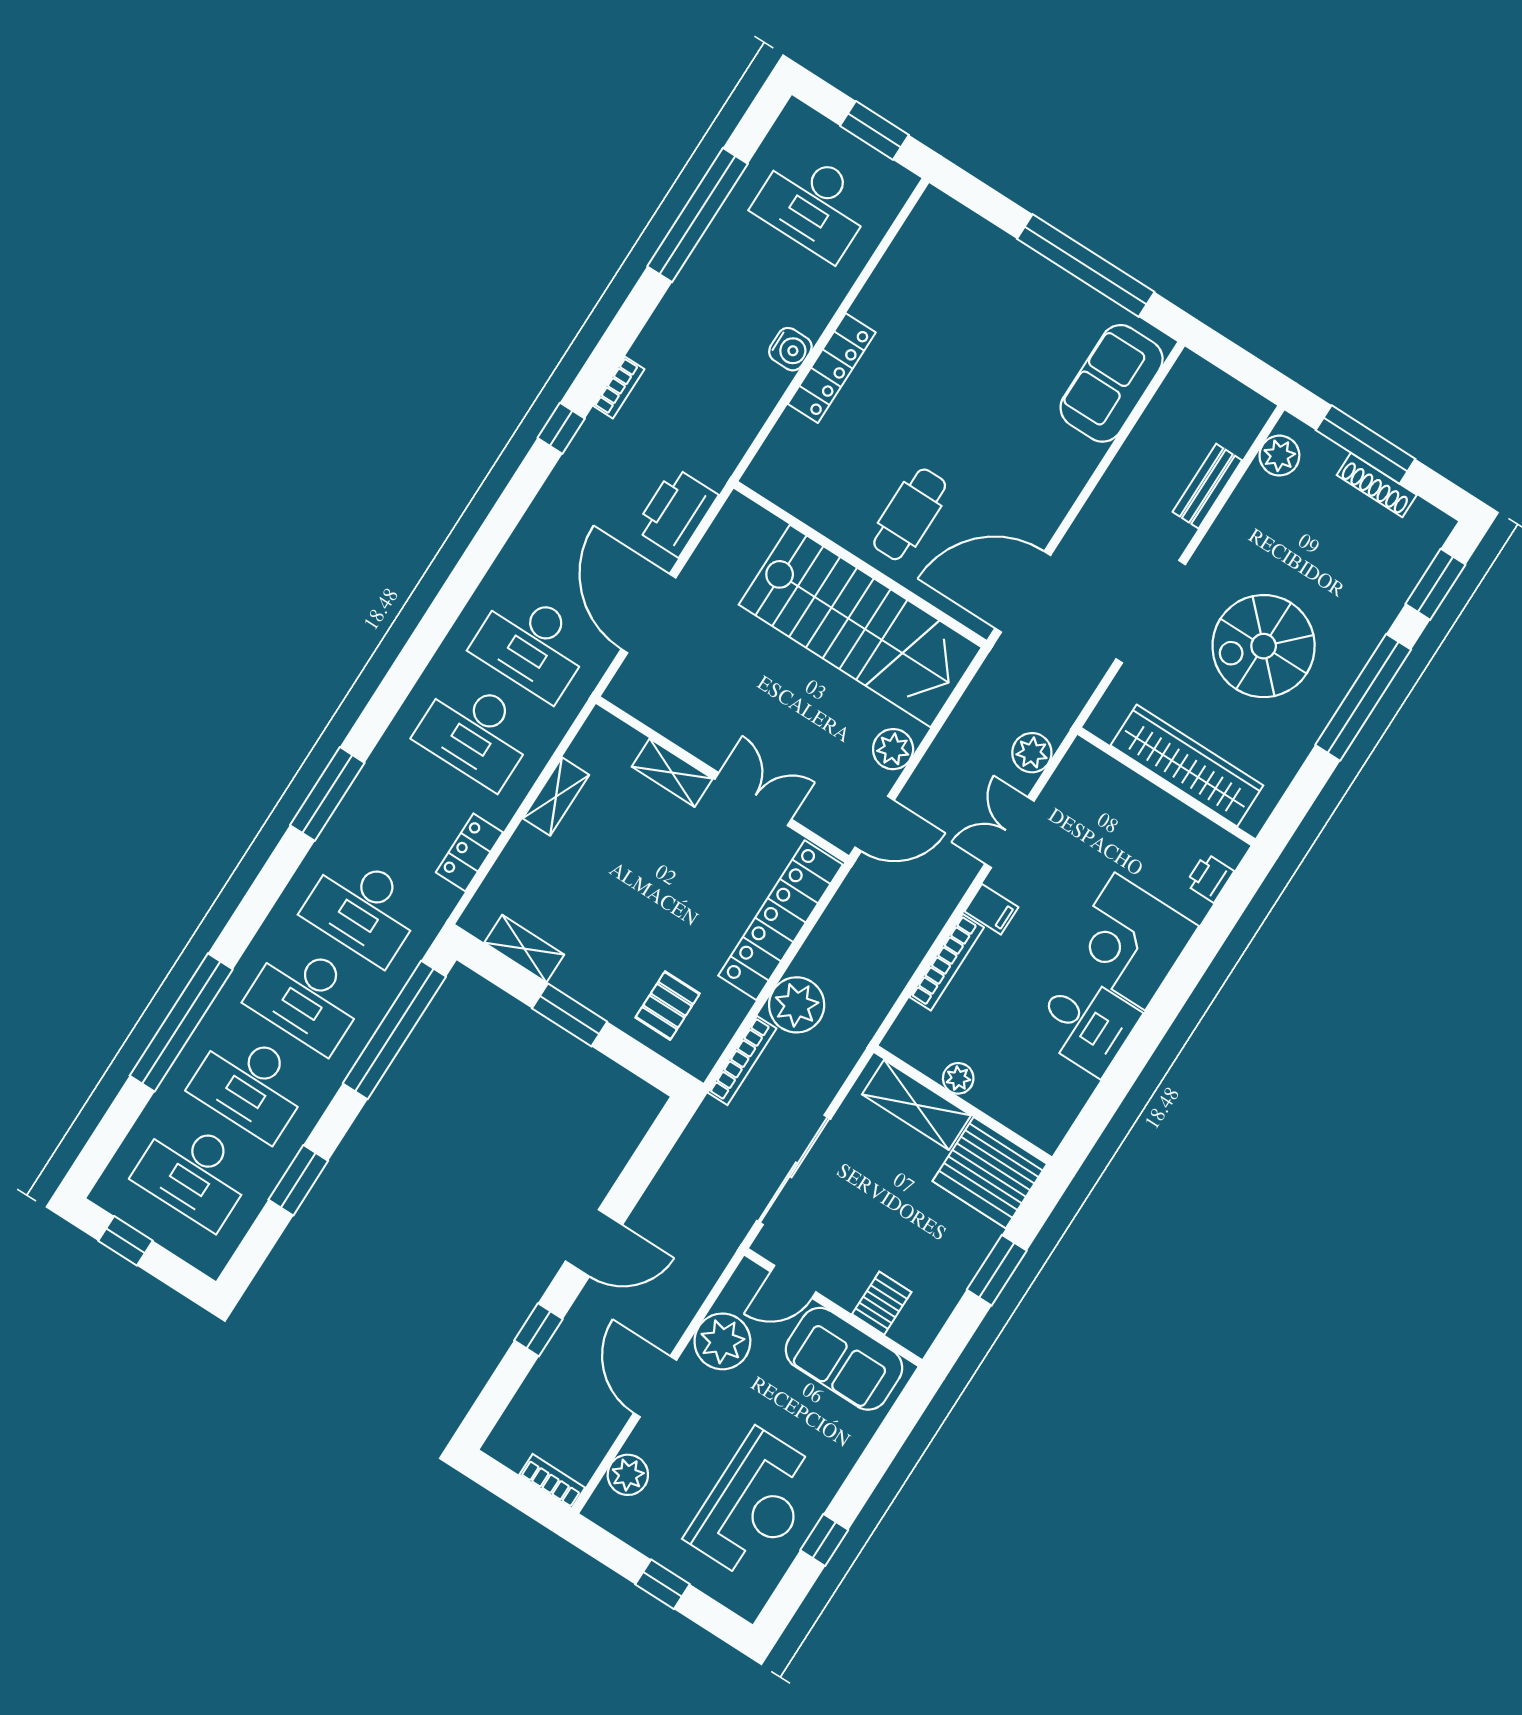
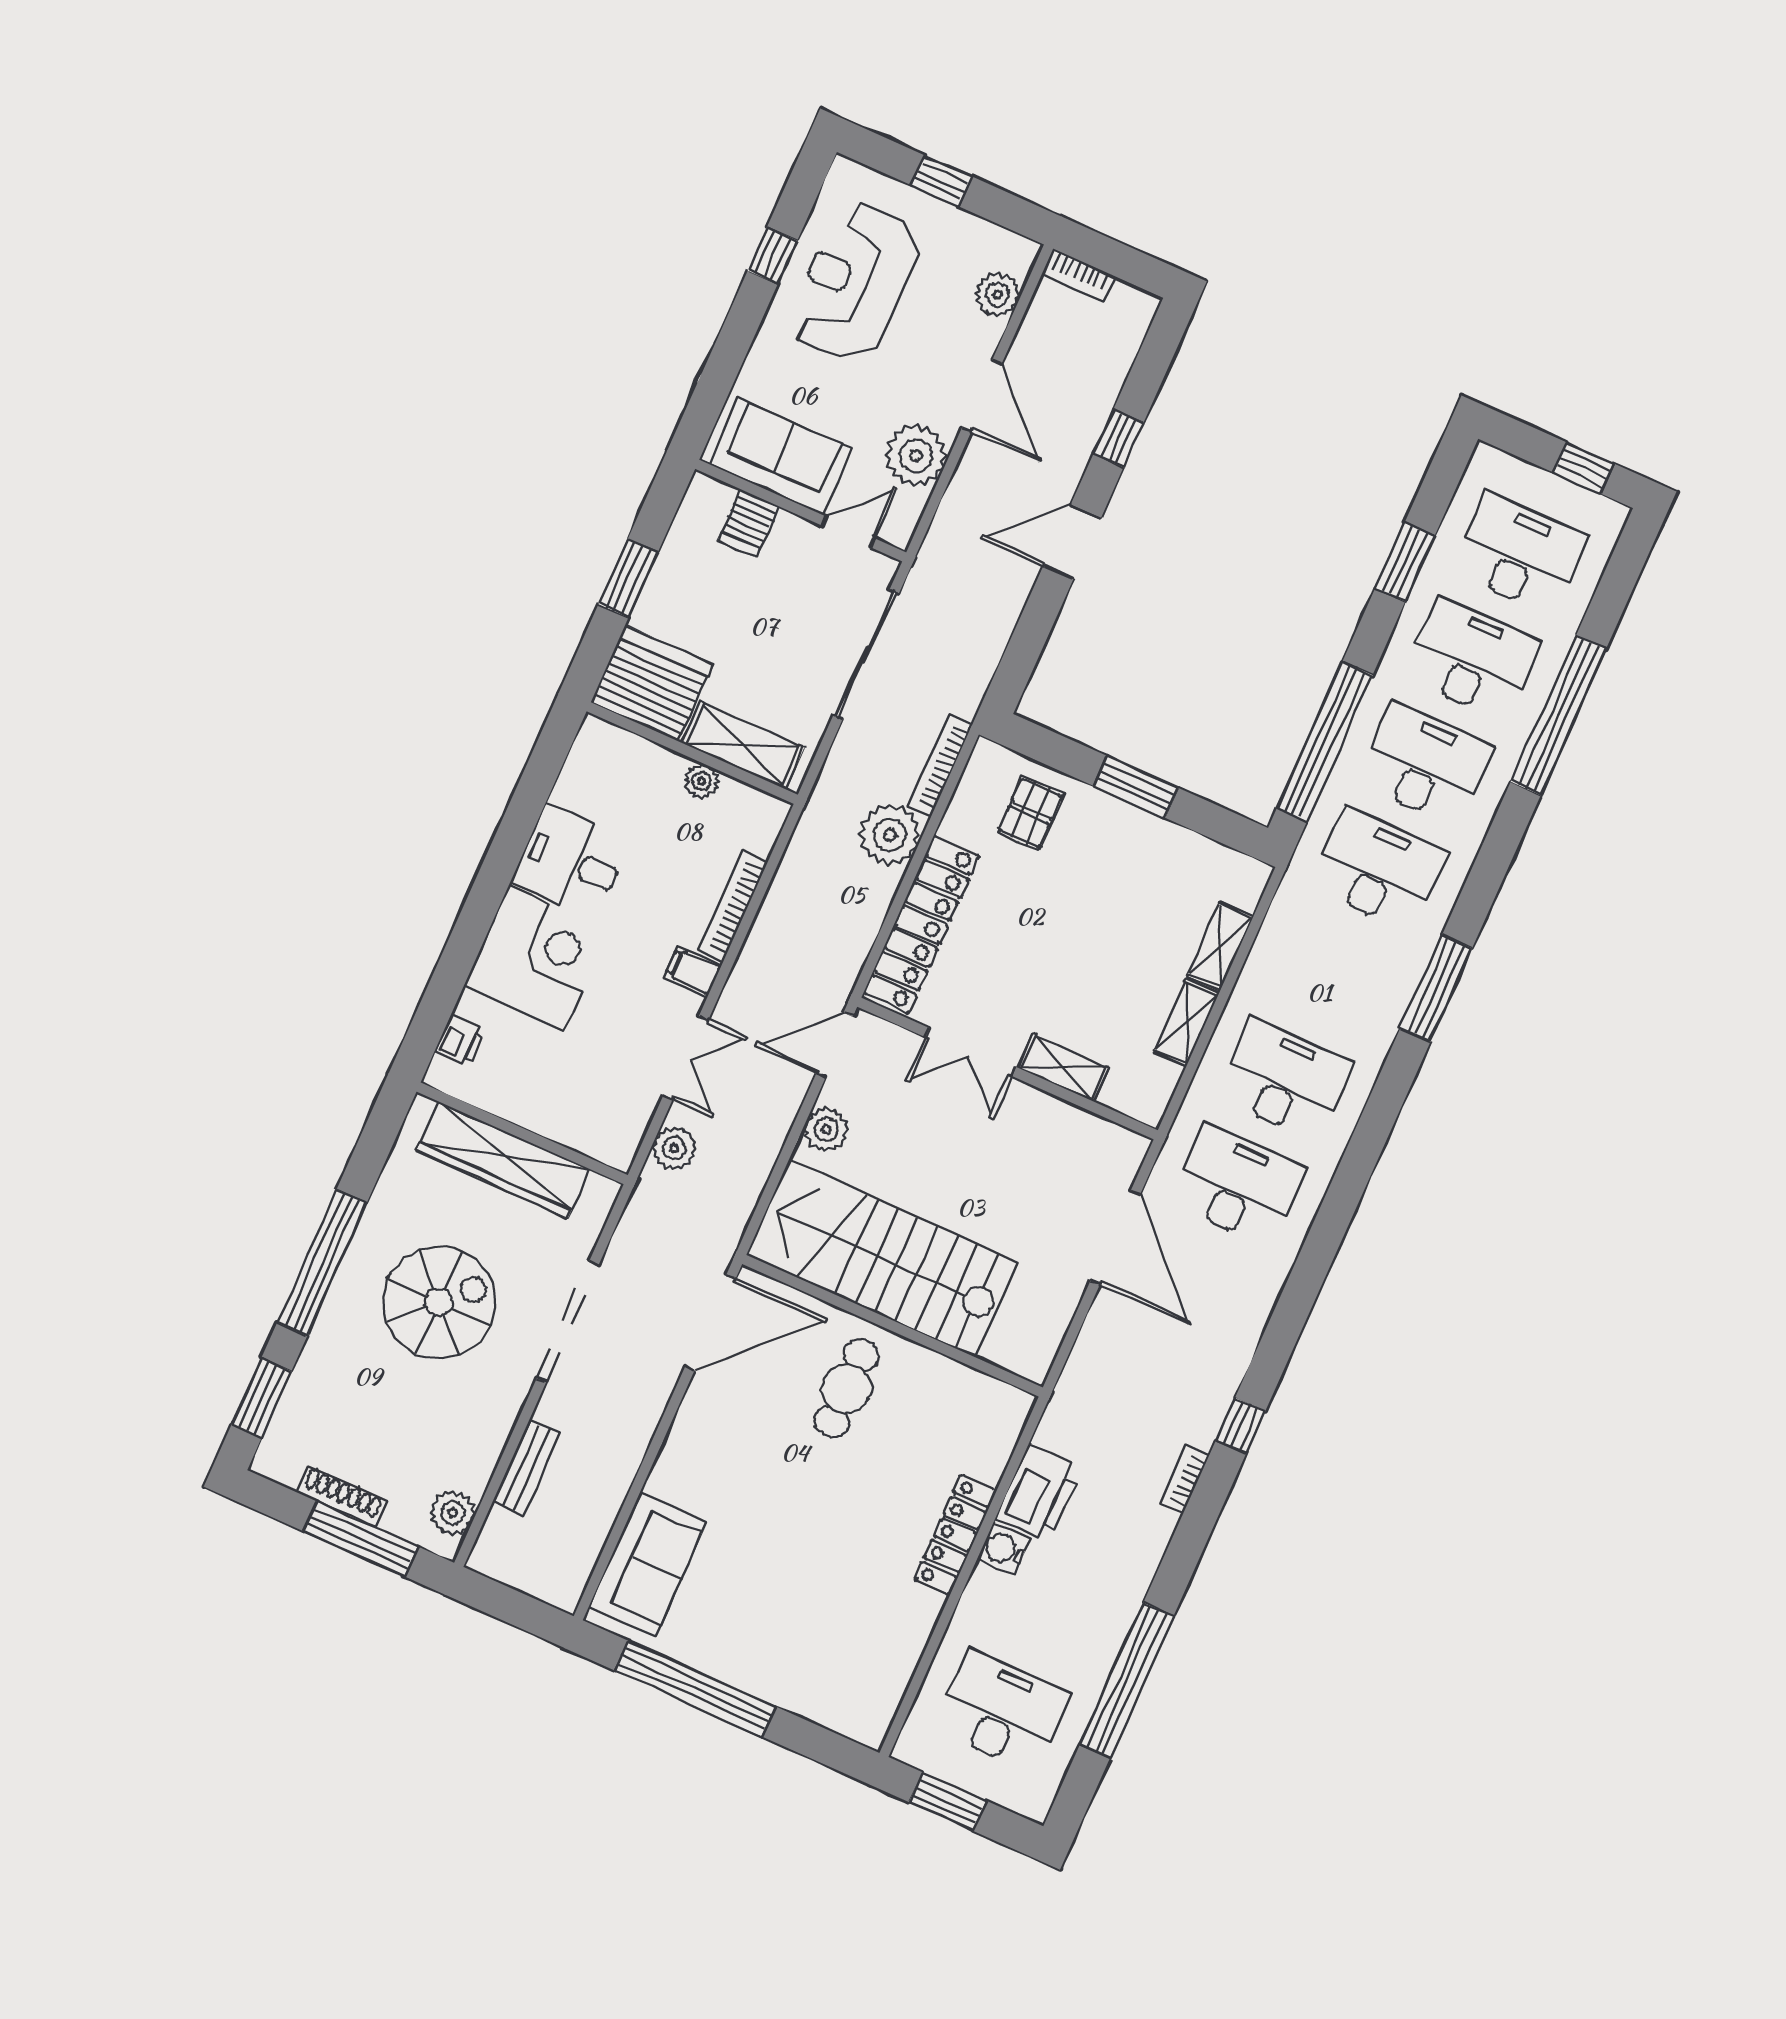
printer: (676, 512) -> (1039, 1494), moved
locker: (469, 852) -> (1272, 948), removed
shelving: (524, 949) -> (1220, 946), moved, turned 90

